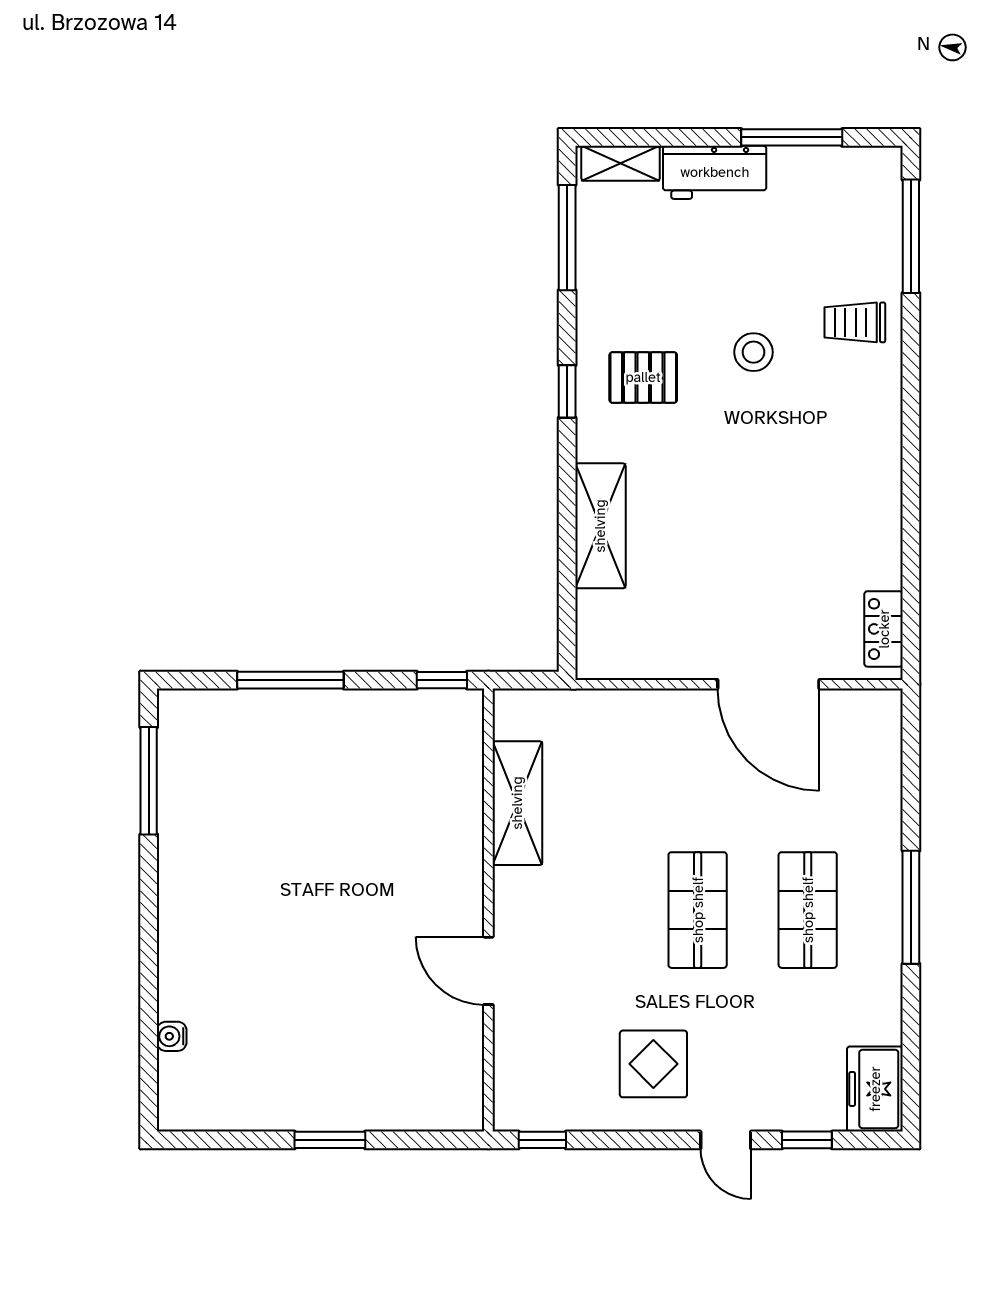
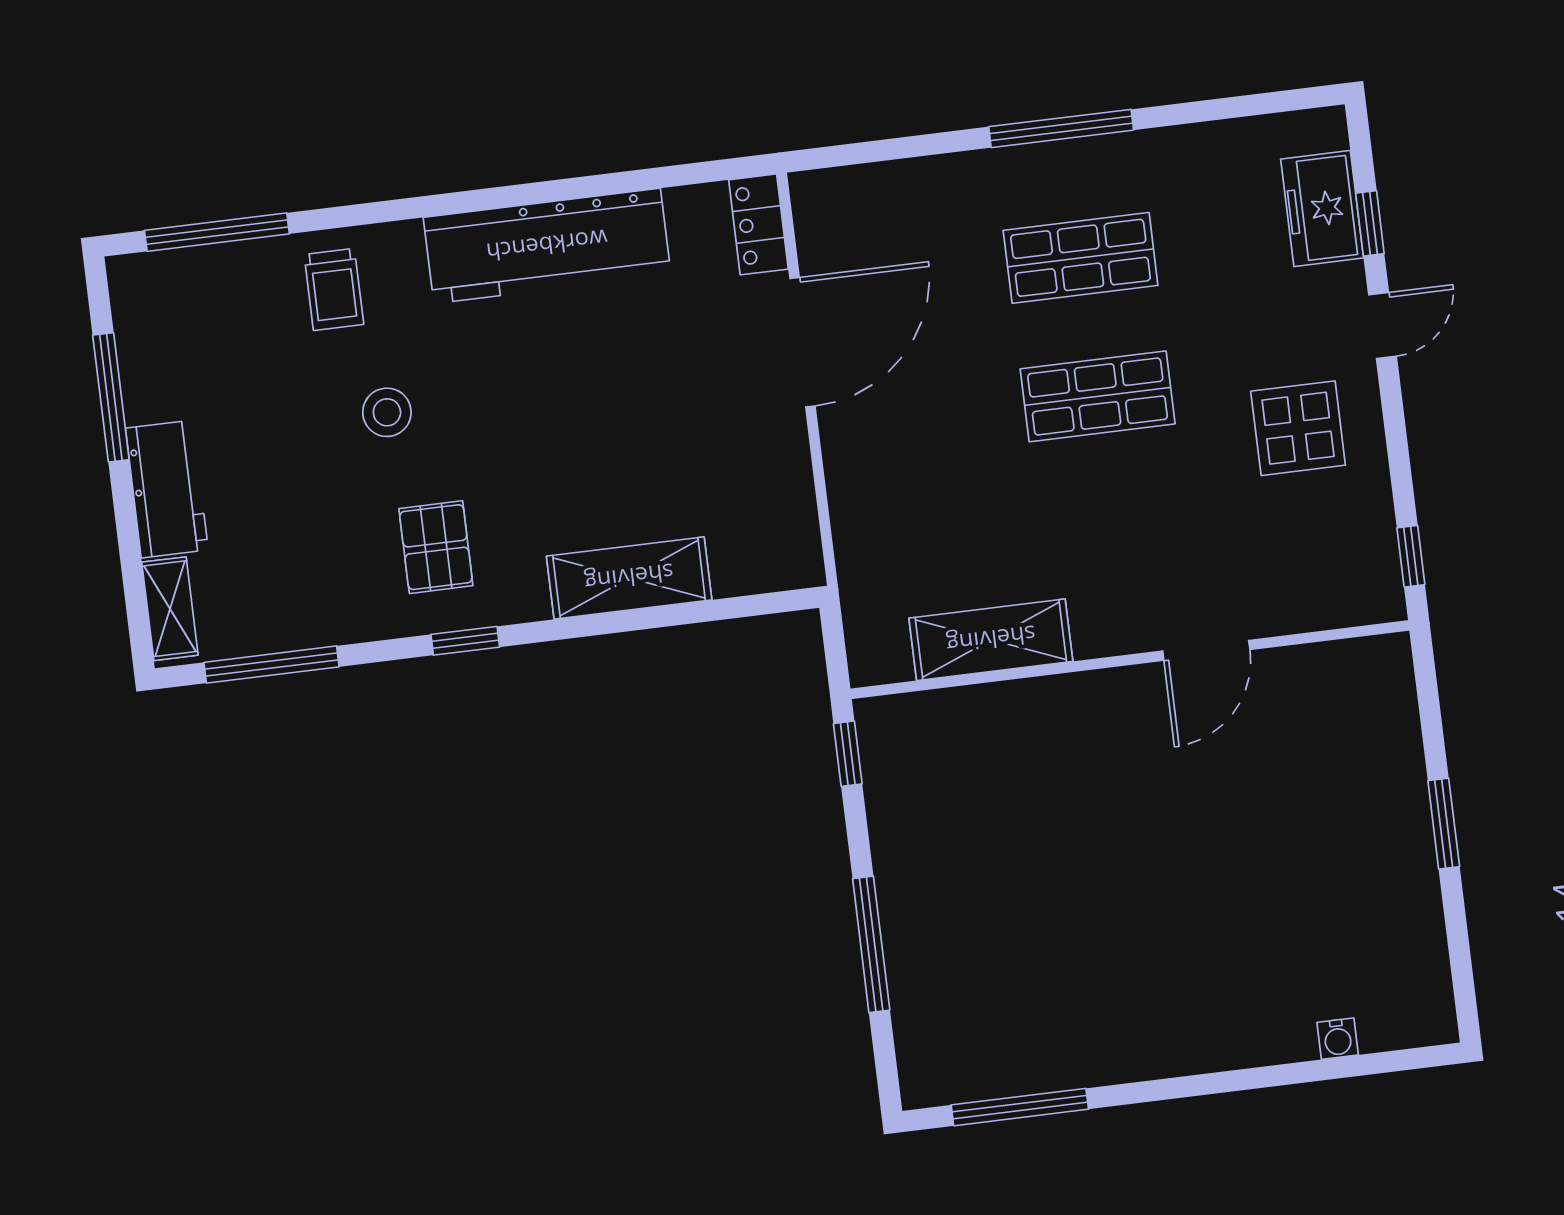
workbench: (868, 494) -> (547, 246), added
locker: (884, 629) -> (758, 224), moved, turned 90
freezer: (875, 1089) -> (1322, 208), moved, turned 90

